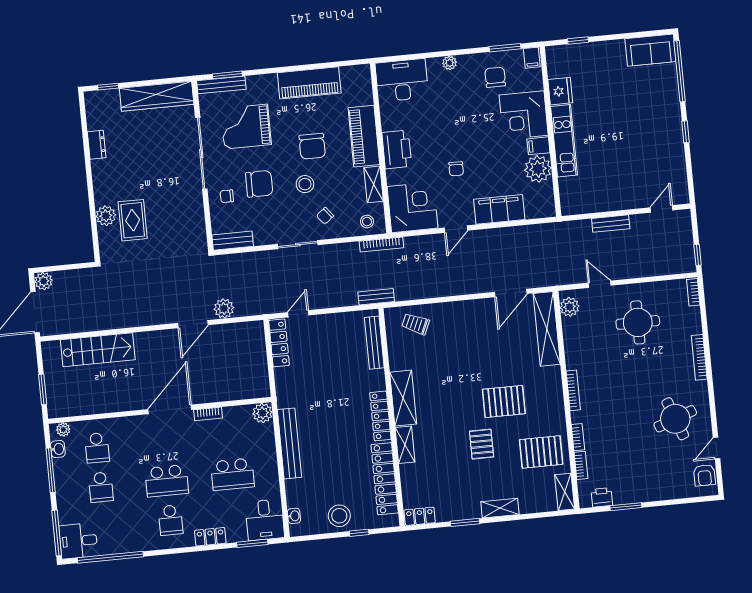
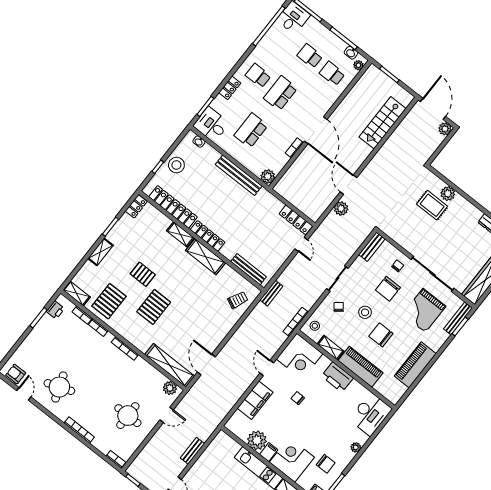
grand piano: (246, 127) -> (424, 310), turned 180

